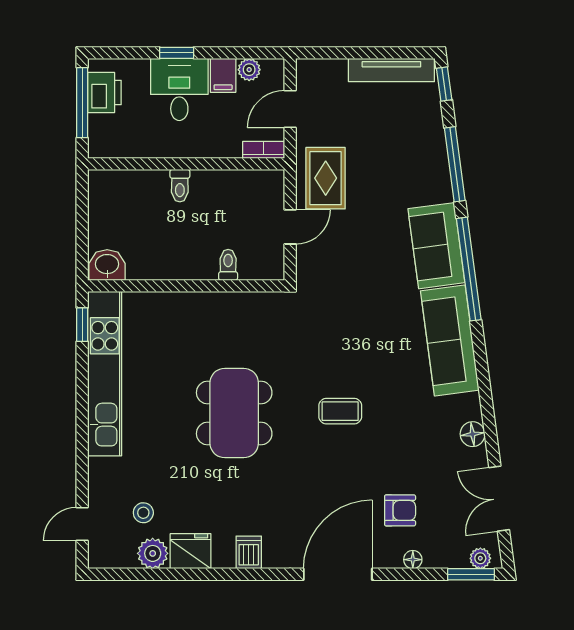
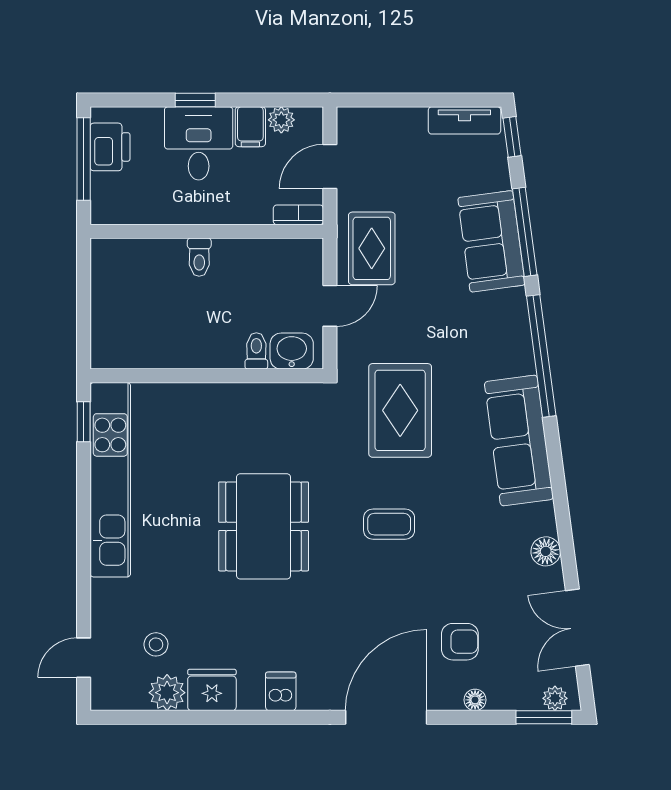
tv unit: (391, 70) -> (464, 120), width x0.71
sofa: (436, 246) -> (491, 241), moved
washbasin: (107, 265) -> (292, 351), moved
rug: (350, 315) -> (400, 410), added

